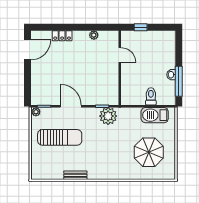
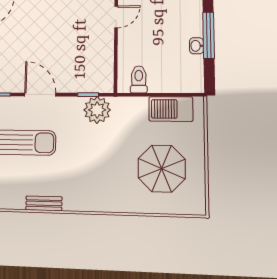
door: (120, 55) -> (116, 17), hinge flipped
window: (179, 81) -> (209, 35), moved
toilet: (151, 96) -> (139, 79), moved

